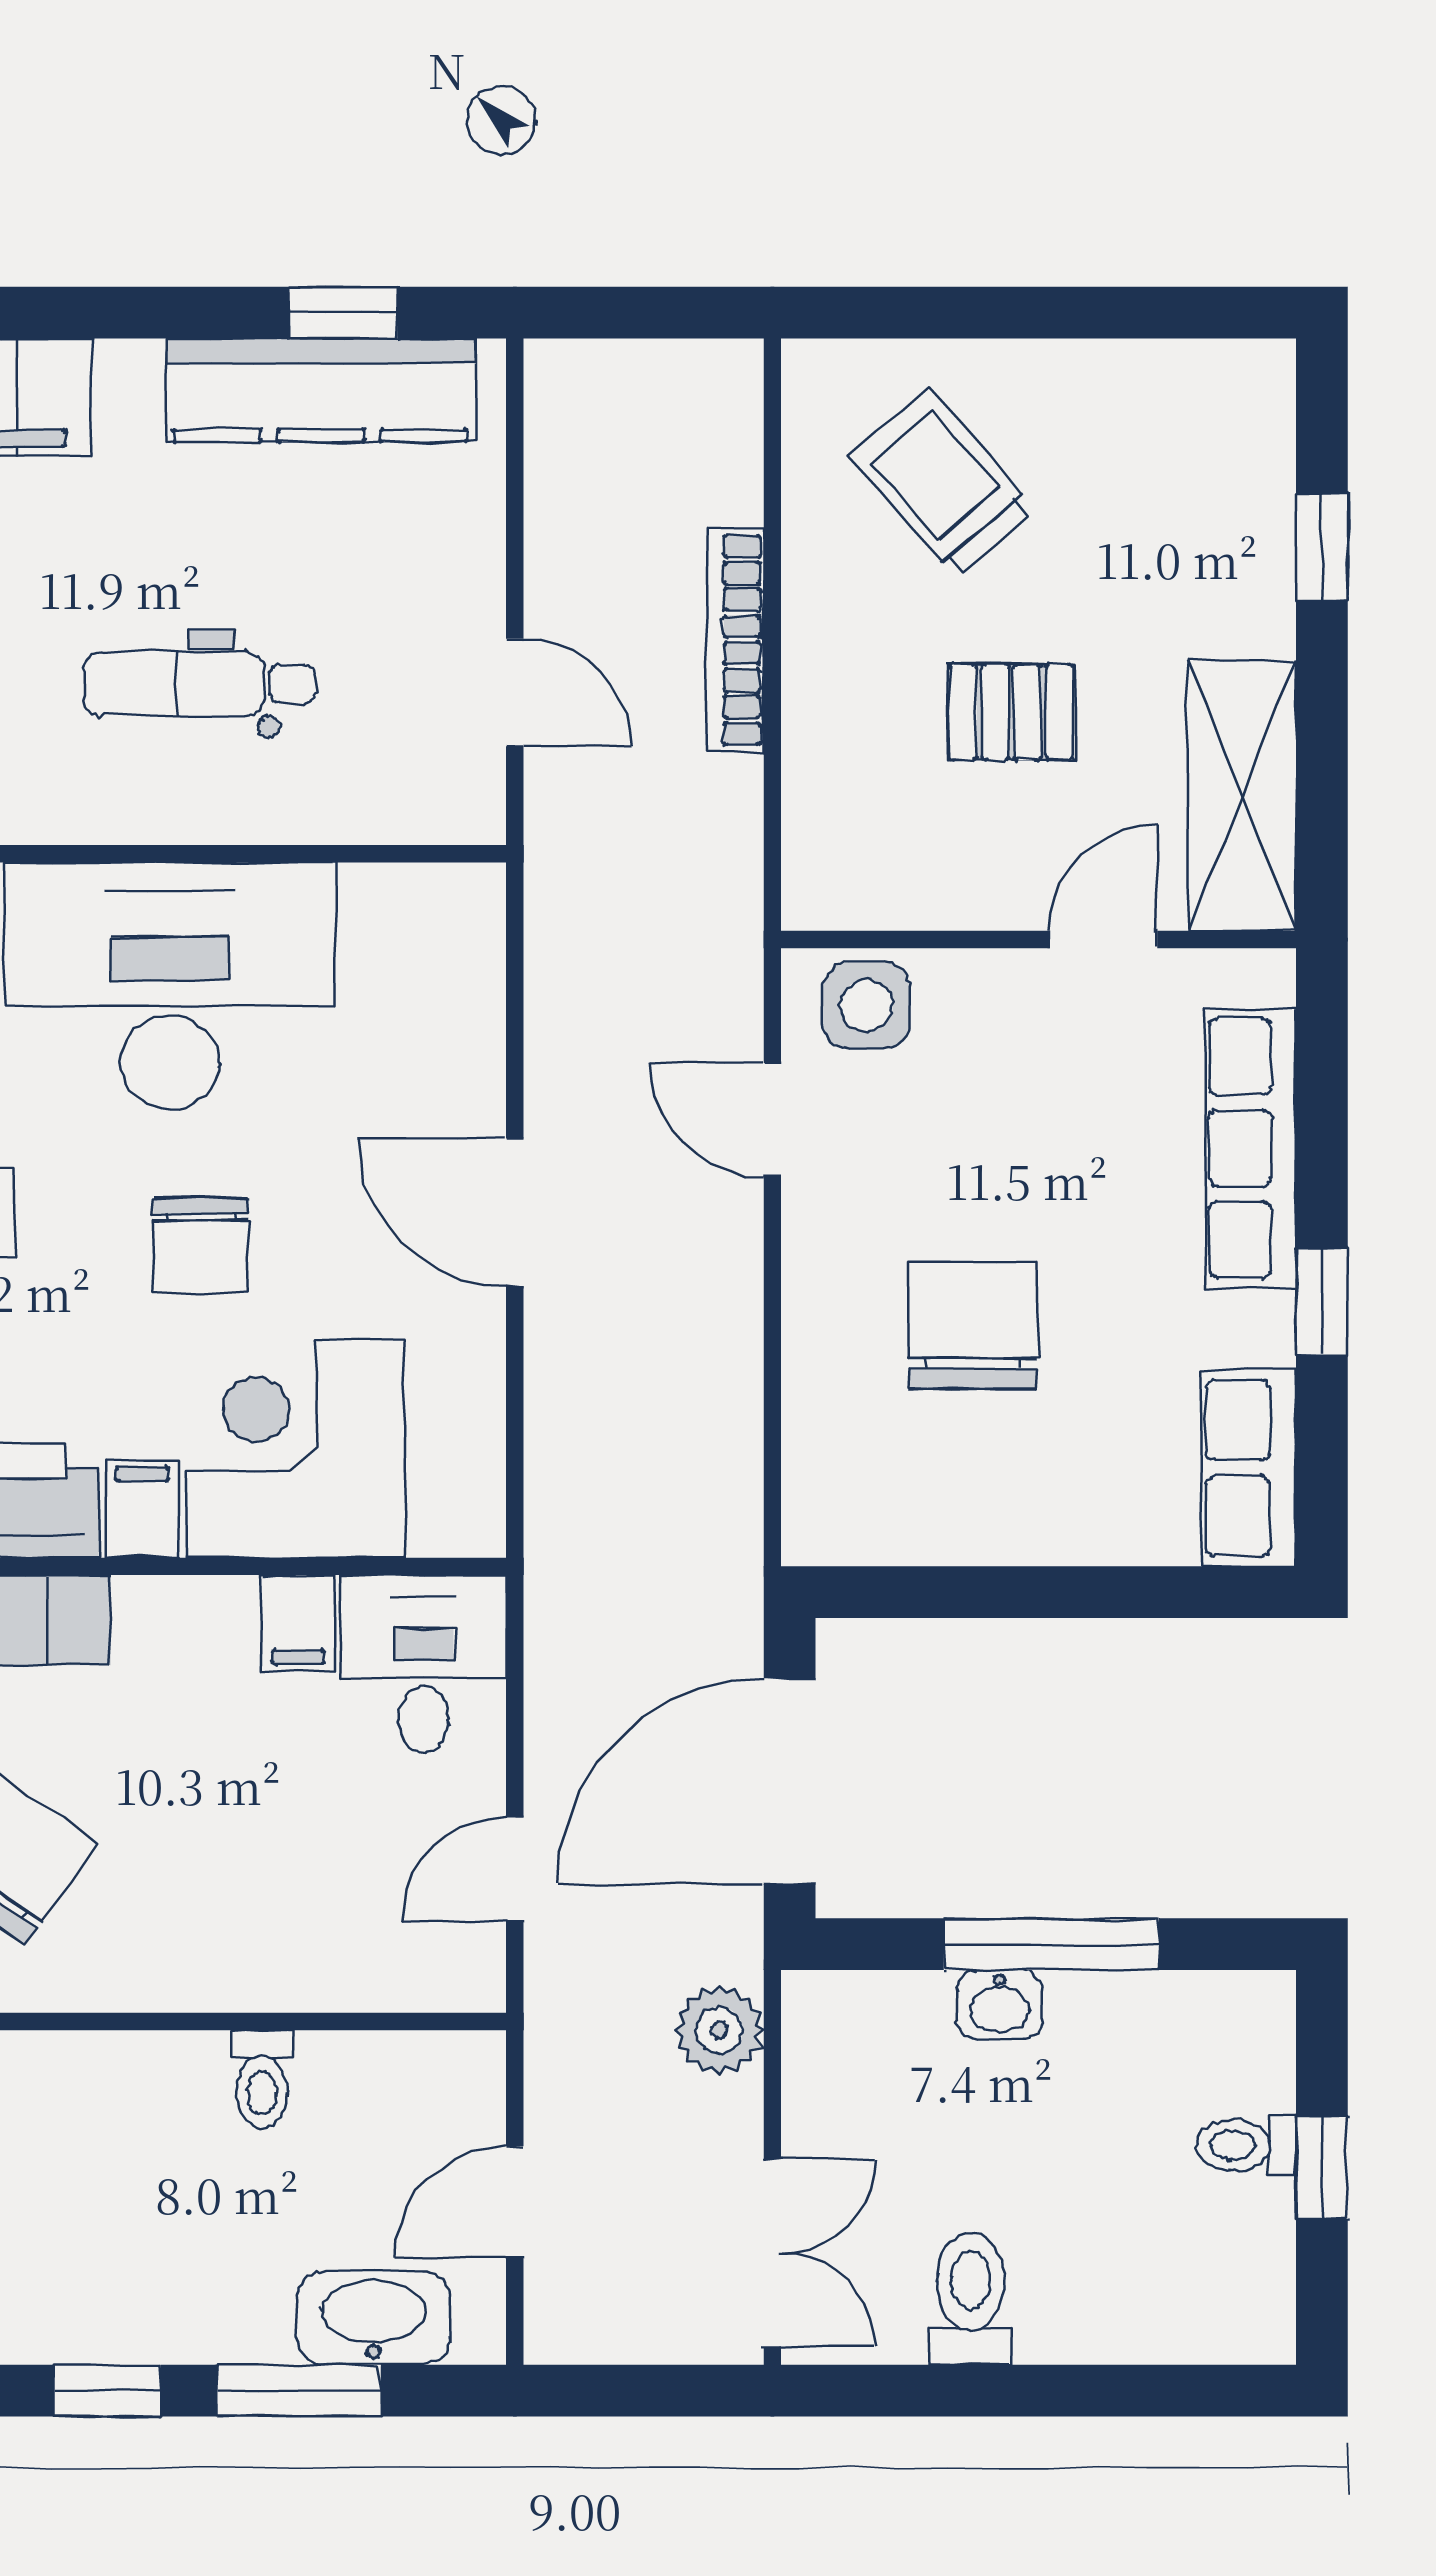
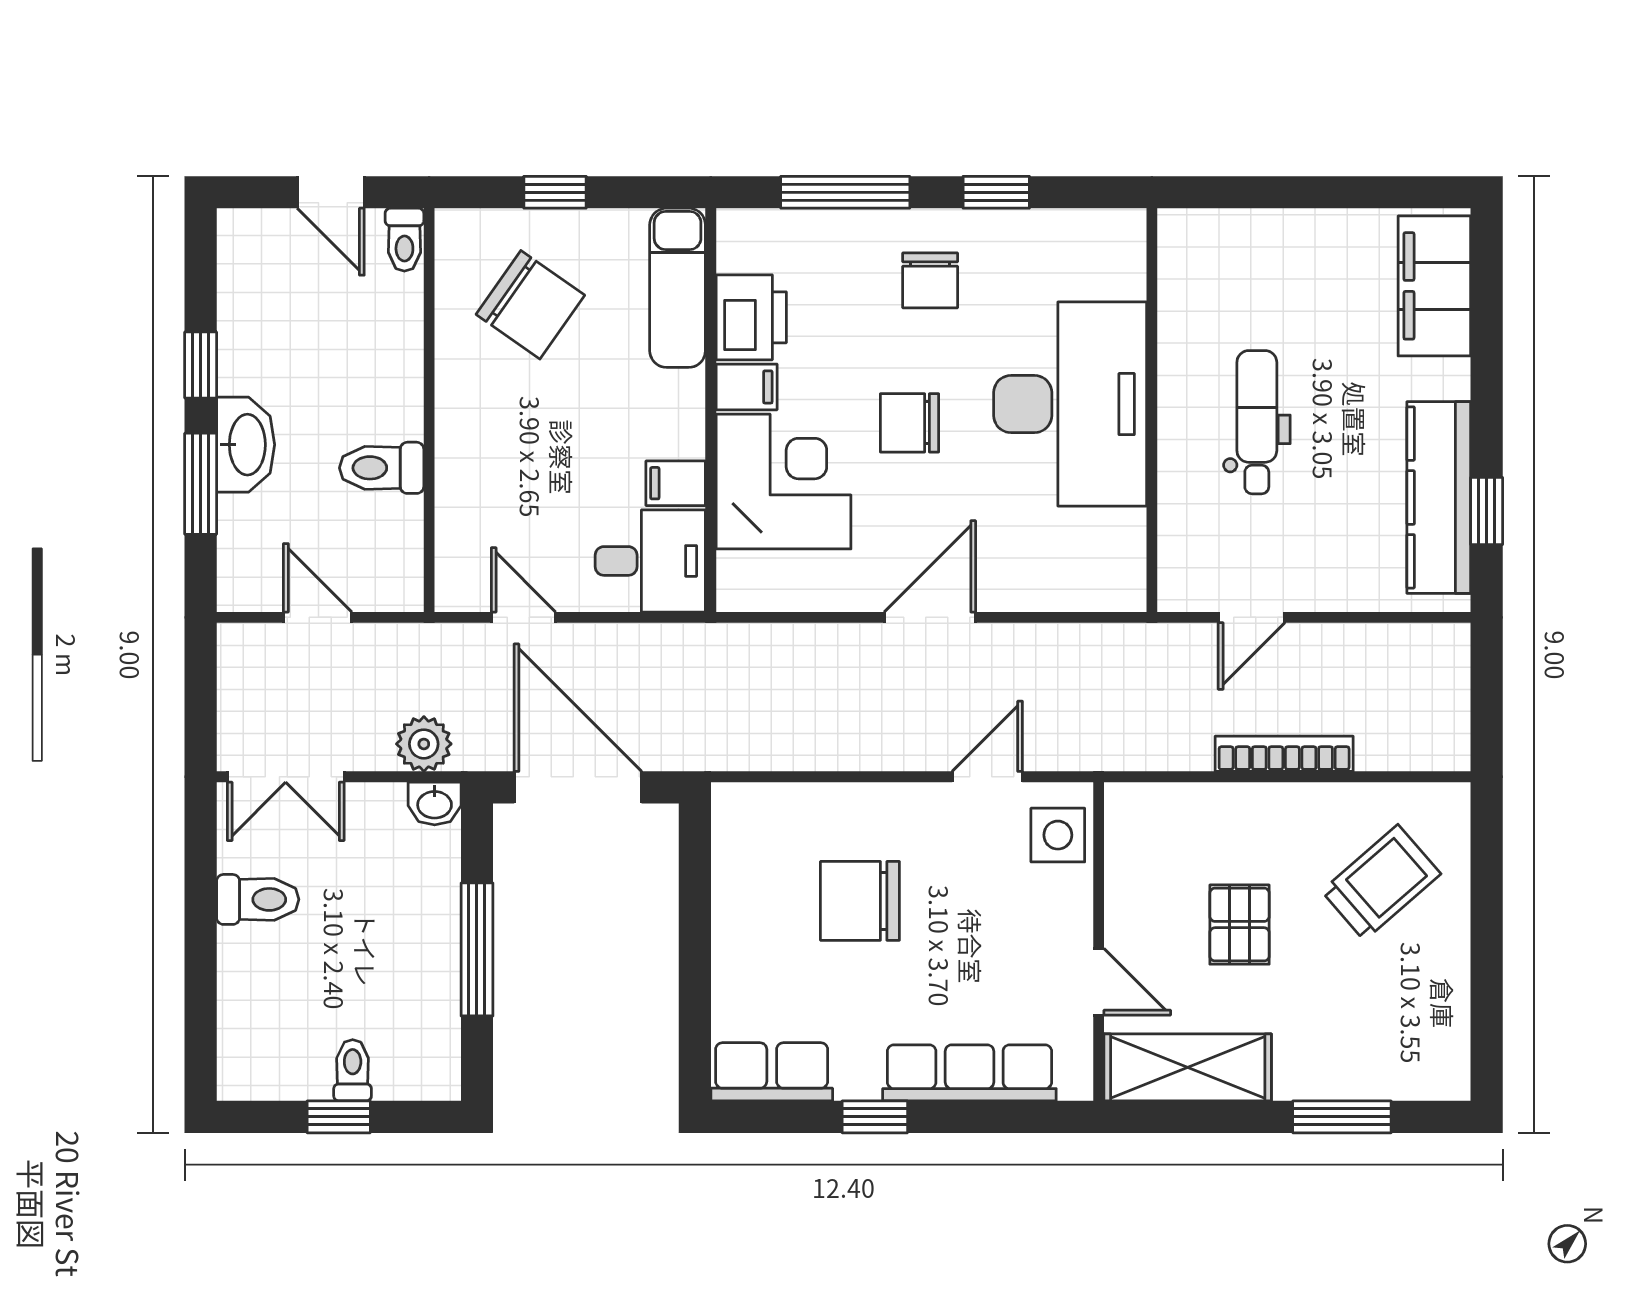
window: (1322, 546) -> (1342, 1117), width x1.50
chair: (973, 1325) -> (860, 901), turned 180
washbasin: (1000, 2005) -> (435, 804), moved, turned -90
toilet: (262, 2079) -> (382, 468), width x1.37, depth x1.39
washbasin: (373, 2318) -> (246, 445), moved

